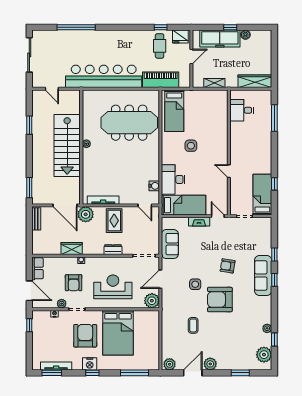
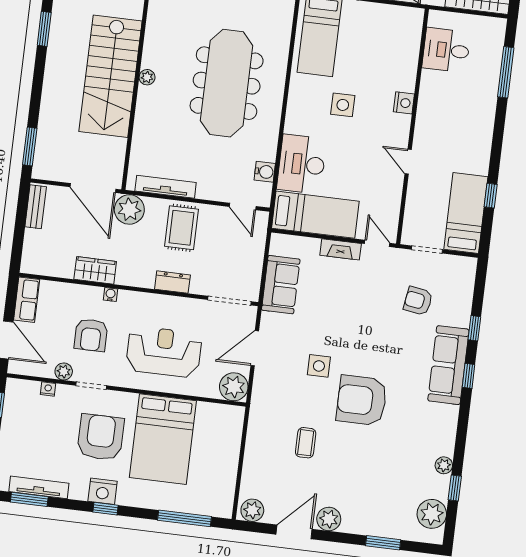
meeting table: (129, 123) -> (227, 83), moved, turned 90
nightstand: (223, 141) -> (404, 103), added
armchair: (228, 266) -> (418, 301), moved

